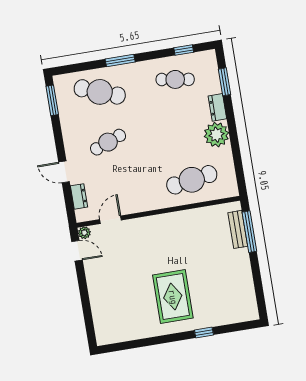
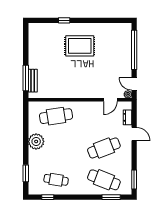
window: (120, 61) -> (111, 197), moved
dresser: (217, 107) -> (33, 158), removed
cafe table: (108, 142) -> (104, 148), width x1.37, depth x1.35
rug: (173, 297) -> (80, 46), turned 90
window: (86, 305) -> (134, 50), added

